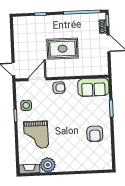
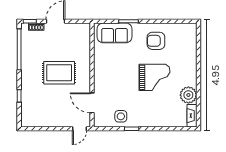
rug: (63, 49) -> (59, 73), turned 90
sofa: (93, 87) -> (115, 33), moved, turned 90
armchair: (59, 88) -> (103, 79), removed
armchair: (95, 134) -> (156, 41), turned 180
grand piano: (36, 135) -> (154, 77), moved

